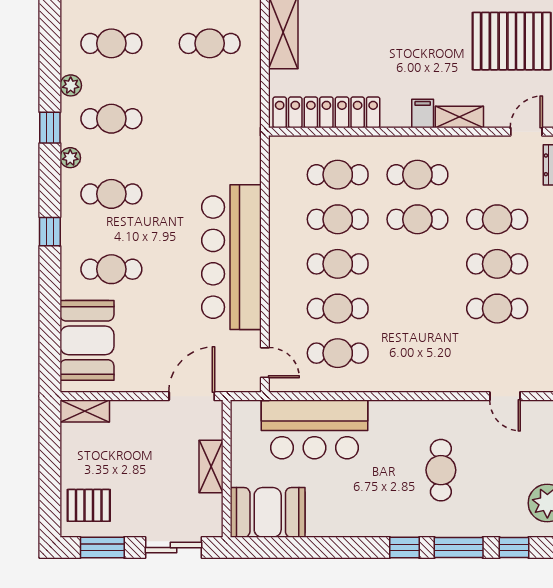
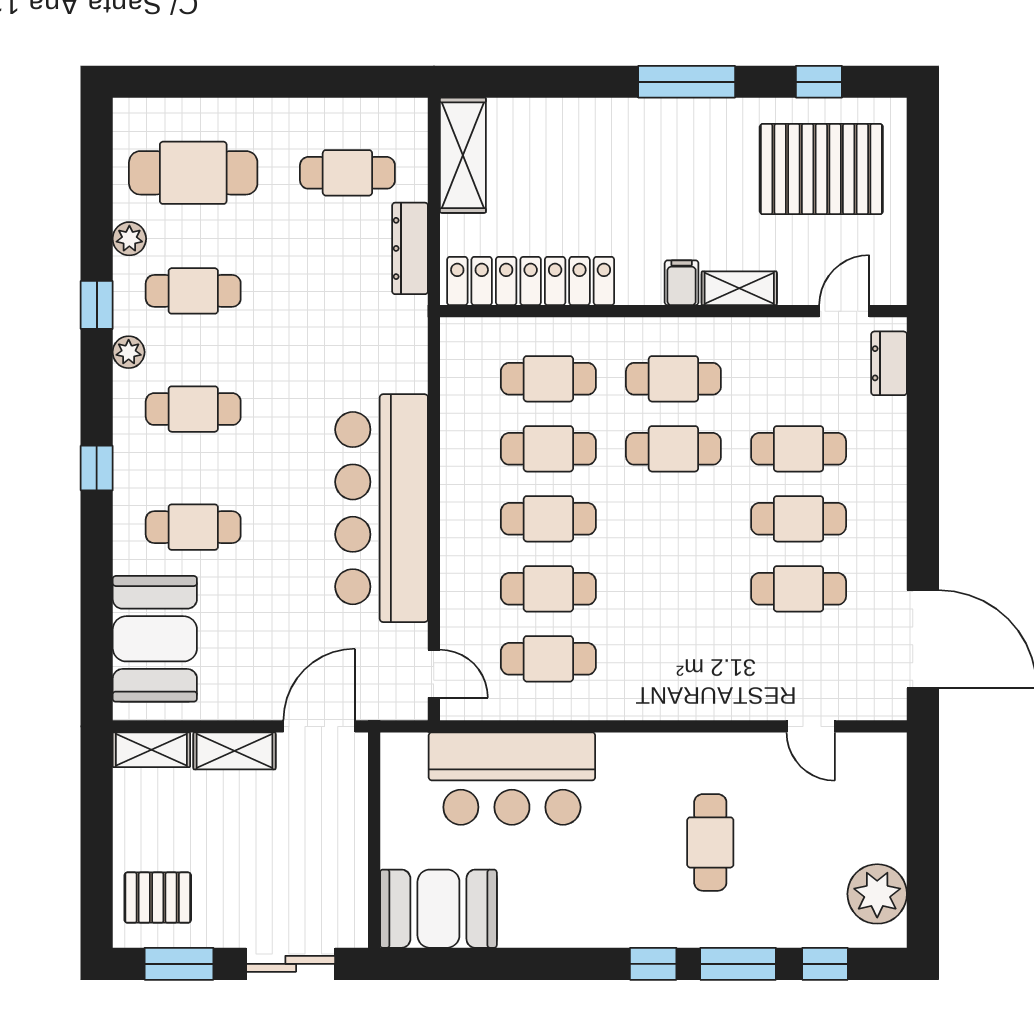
cafe table: (111, 43) -> (193, 173), width x1.37, depth x1.35
dresser: (250, 92) -> (410, 248), added
shelving: (211, 466) -> (234, 751), moved, turned 90

